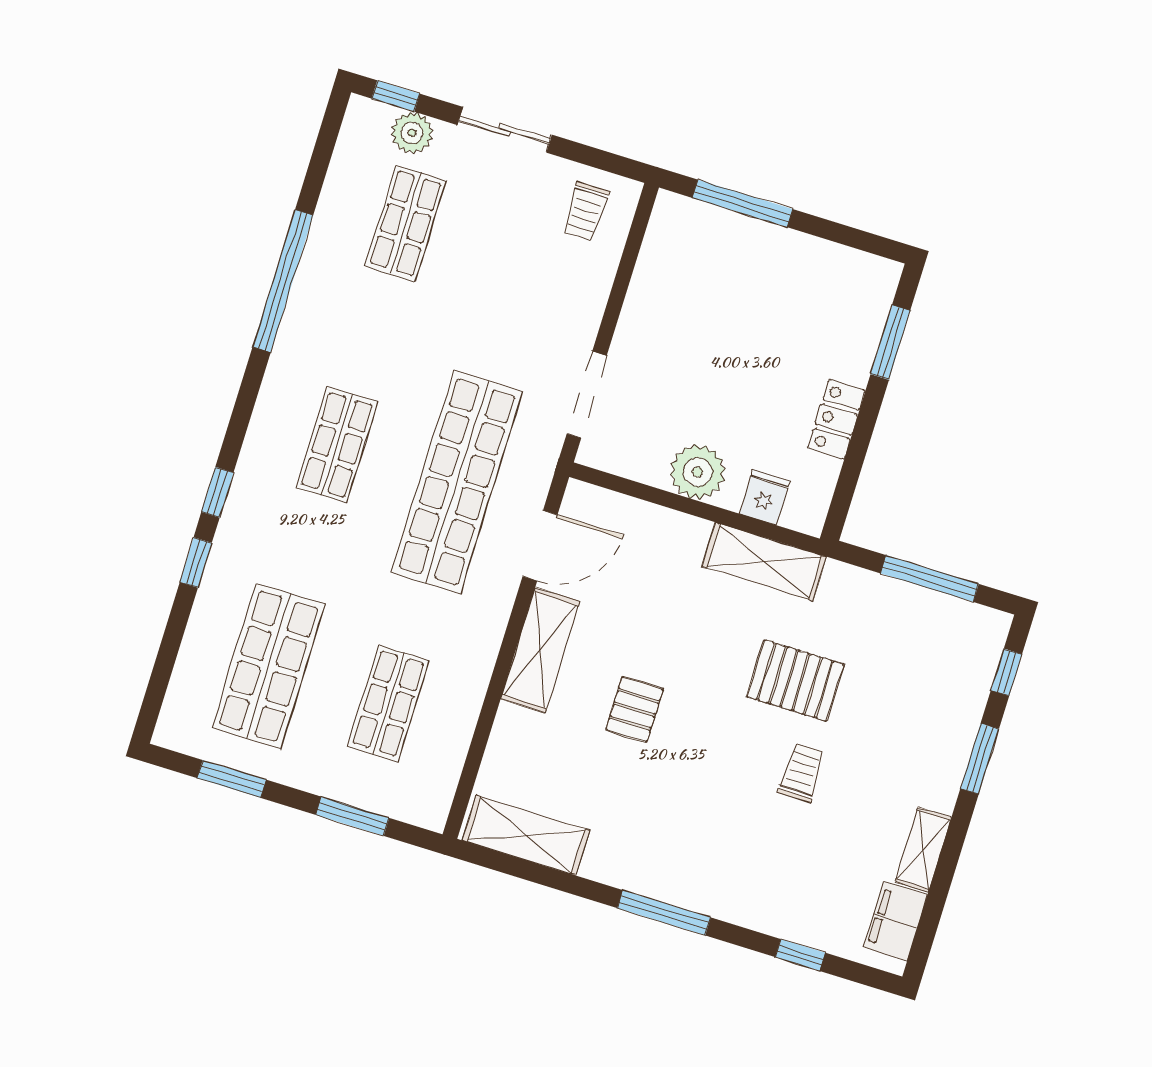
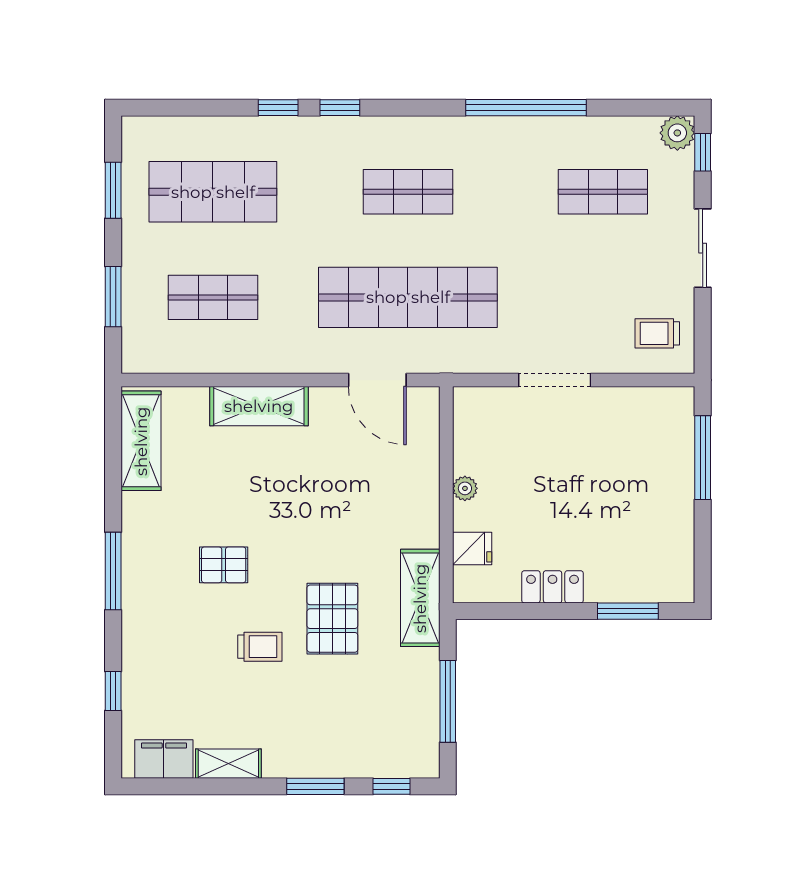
plant: (412, 133) -> (677, 133), moved
doorway: (587, 395) -> (555, 380), moved
plant: (698, 472) -> (465, 488), width x0.53, depth x0.53
shelving: (764, 562) -> (420, 598), moved
shelving: (540, 650) -> (259, 406), moved
pallet: (634, 709) -> (224, 565), moved

